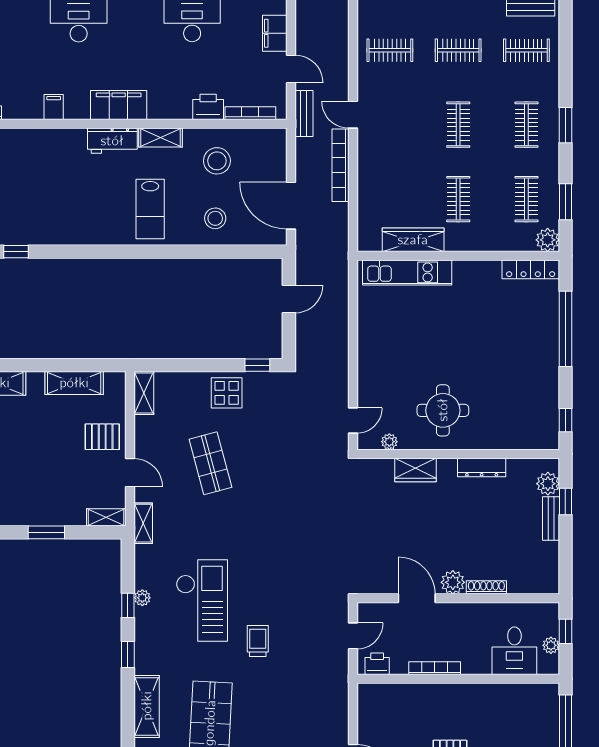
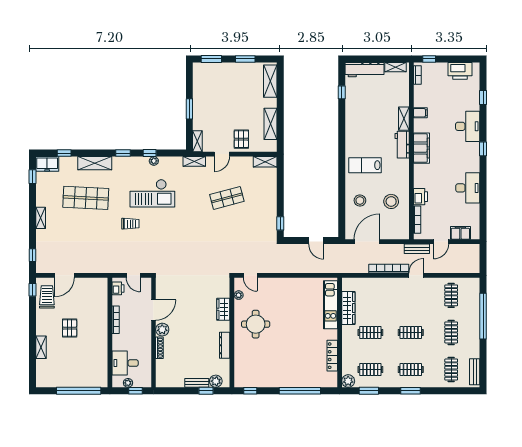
shelving: (160, 138) -> (404, 119), moved
locker: (531, 269) -> (332, 356), moved
display table: (227, 393) -> (265, 207), removed

